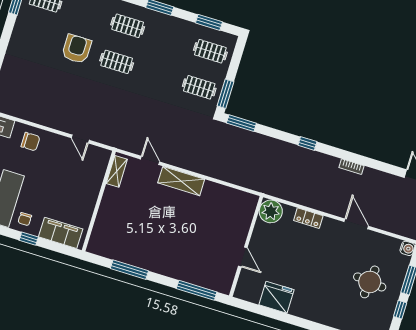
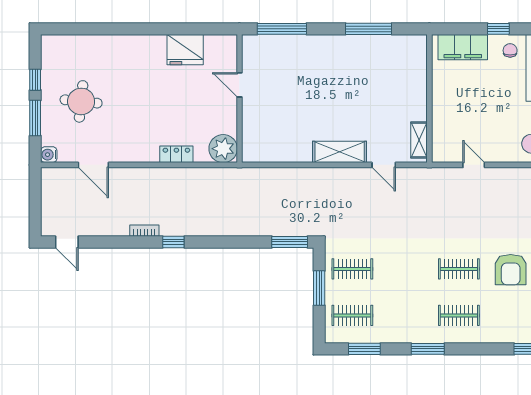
window: (225, 94) -> (319, 288), moved
window: (307, 143) -> (173, 242), moved
door: (356, 224) -> (93, 165), moved

